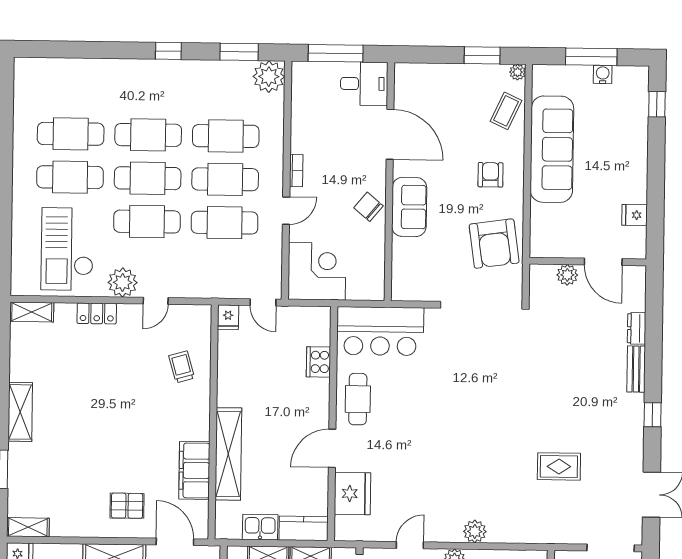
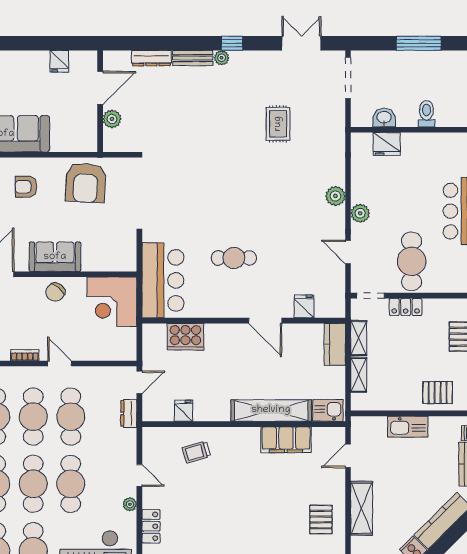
armchair: (494, 244) -> (86, 183), turned 101
corner desk: (317, 271) -> (112, 302), moved, turned -90
plant: (123, 282) -> (130, 504), width x0.53, depth x0.53
dresser: (227, 290) -> (129, 413), added
fridge: (228, 317) -> (184, 411), moved, turned -90
dresser: (637, 328) -> (151, 58), width x1.44
cooker: (318, 362) -> (185, 337), width x1.37, depth x1.31
cafe table: (358, 399) -> (234, 258), moved
plant: (636, 402) -> (222, 58), added
fridge: (352, 494) -> (304, 306), width x0.53, depth x0.75
pallet: (127, 506) -> (321, 519), moved
kitchen sink: (260, 527) -> (328, 410), moved, turned 90
door: (175, 542) -> (348, 456), width x0.73

